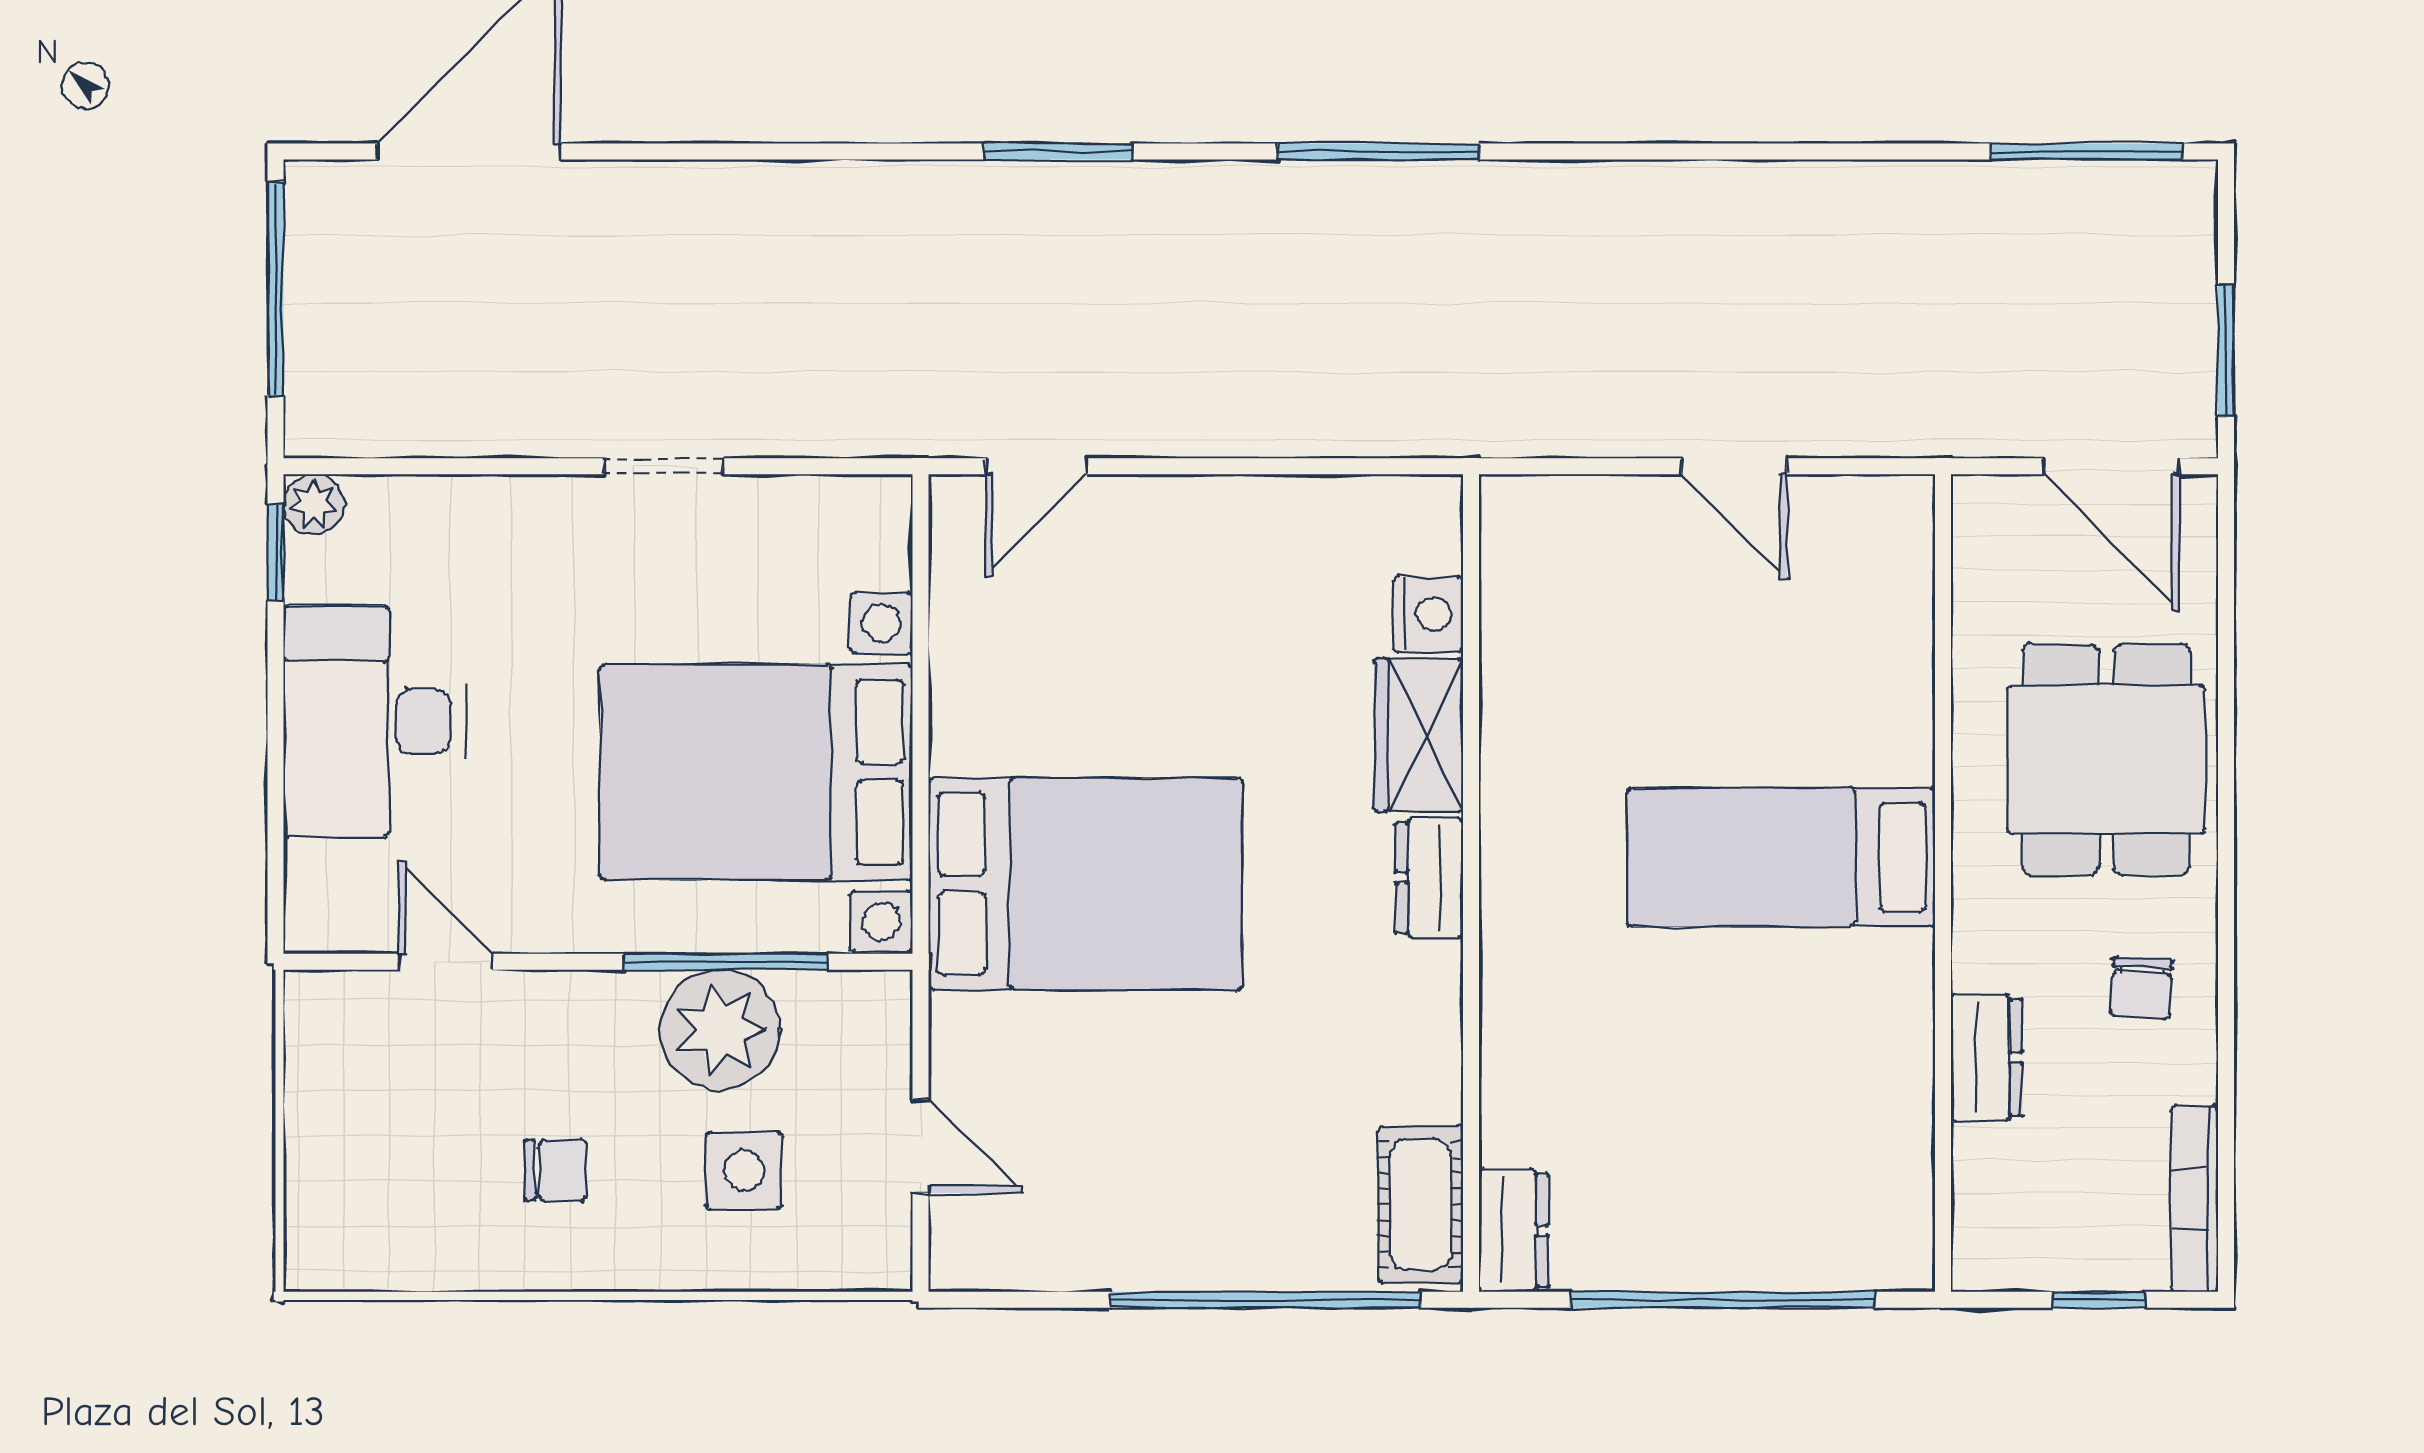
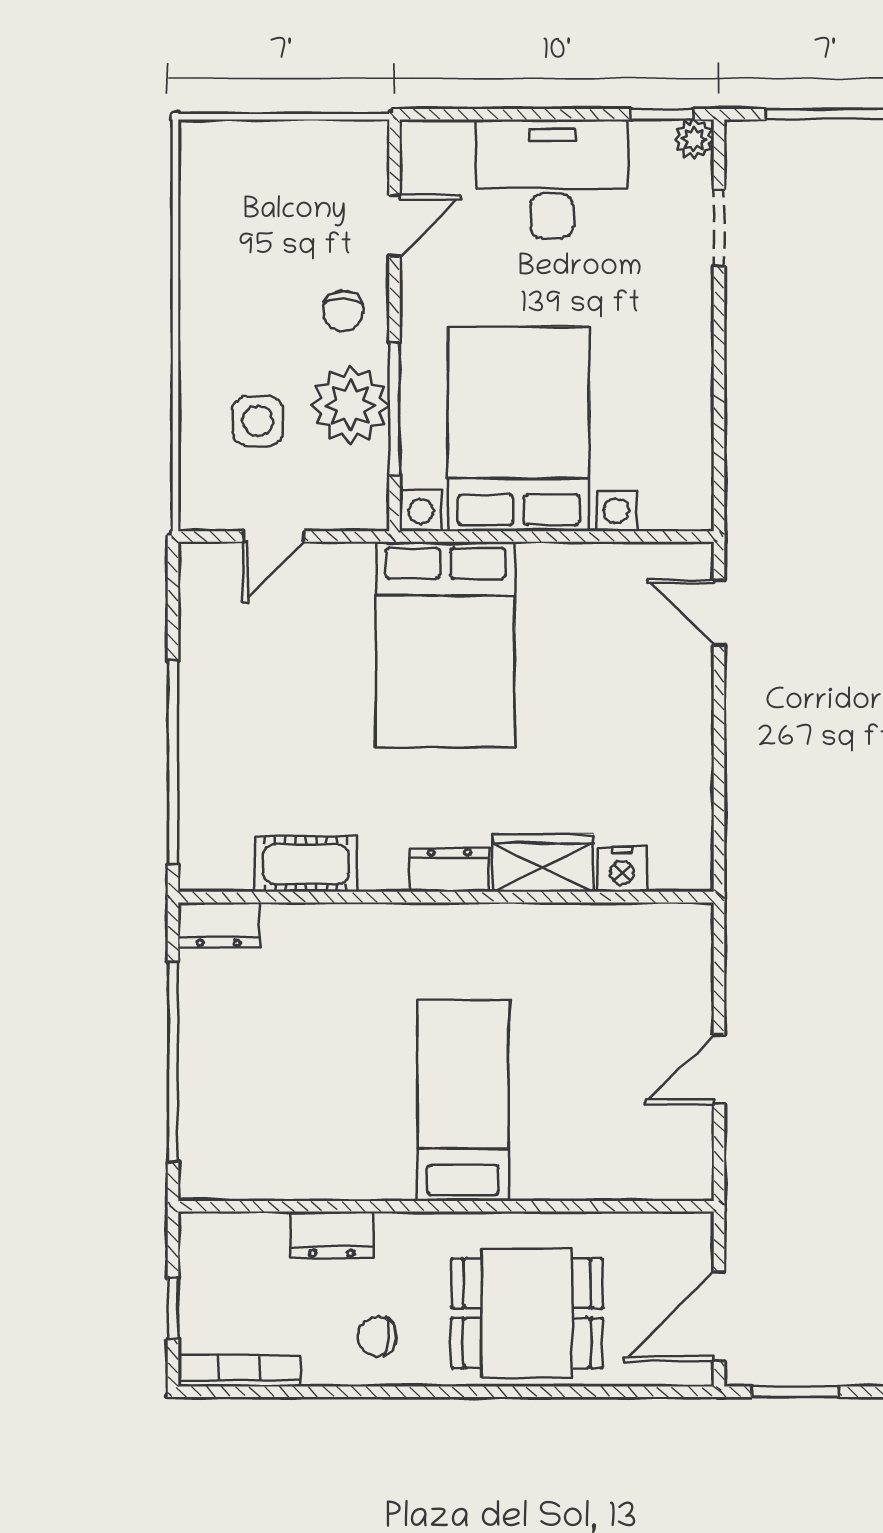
doorway: (663, 466) -> (719, 228), moved
chair: (556, 1170) -> (343, 311), moved
cot: (1420, 1205) -> (306, 864), moved

